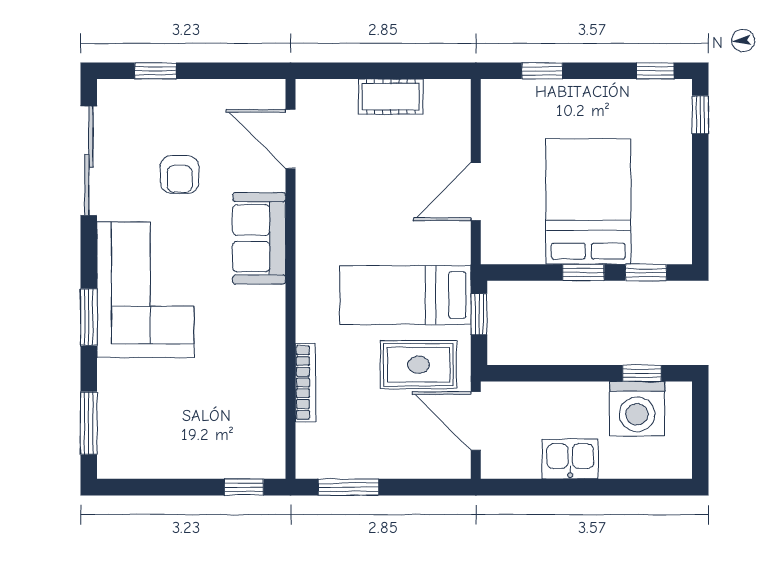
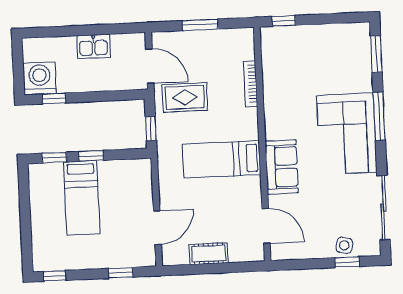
side table: (159, 100) -> (344, 245), added
window: (700, 115) -> (27, 251), removed
armchair: (180, 174) -> (330, 202), removed
door: (476, 192) -> (157, 228), moved
bed: (588, 202) -> (82, 198), width x0.67
bed: (405, 295) -> (222, 159), moved, turned 180
window: (89, 317) -> (379, 116), width x1.44
washing machine: (637, 409) -> (40, 78), moved
window: (348, 487) -> (200, 25), moved

